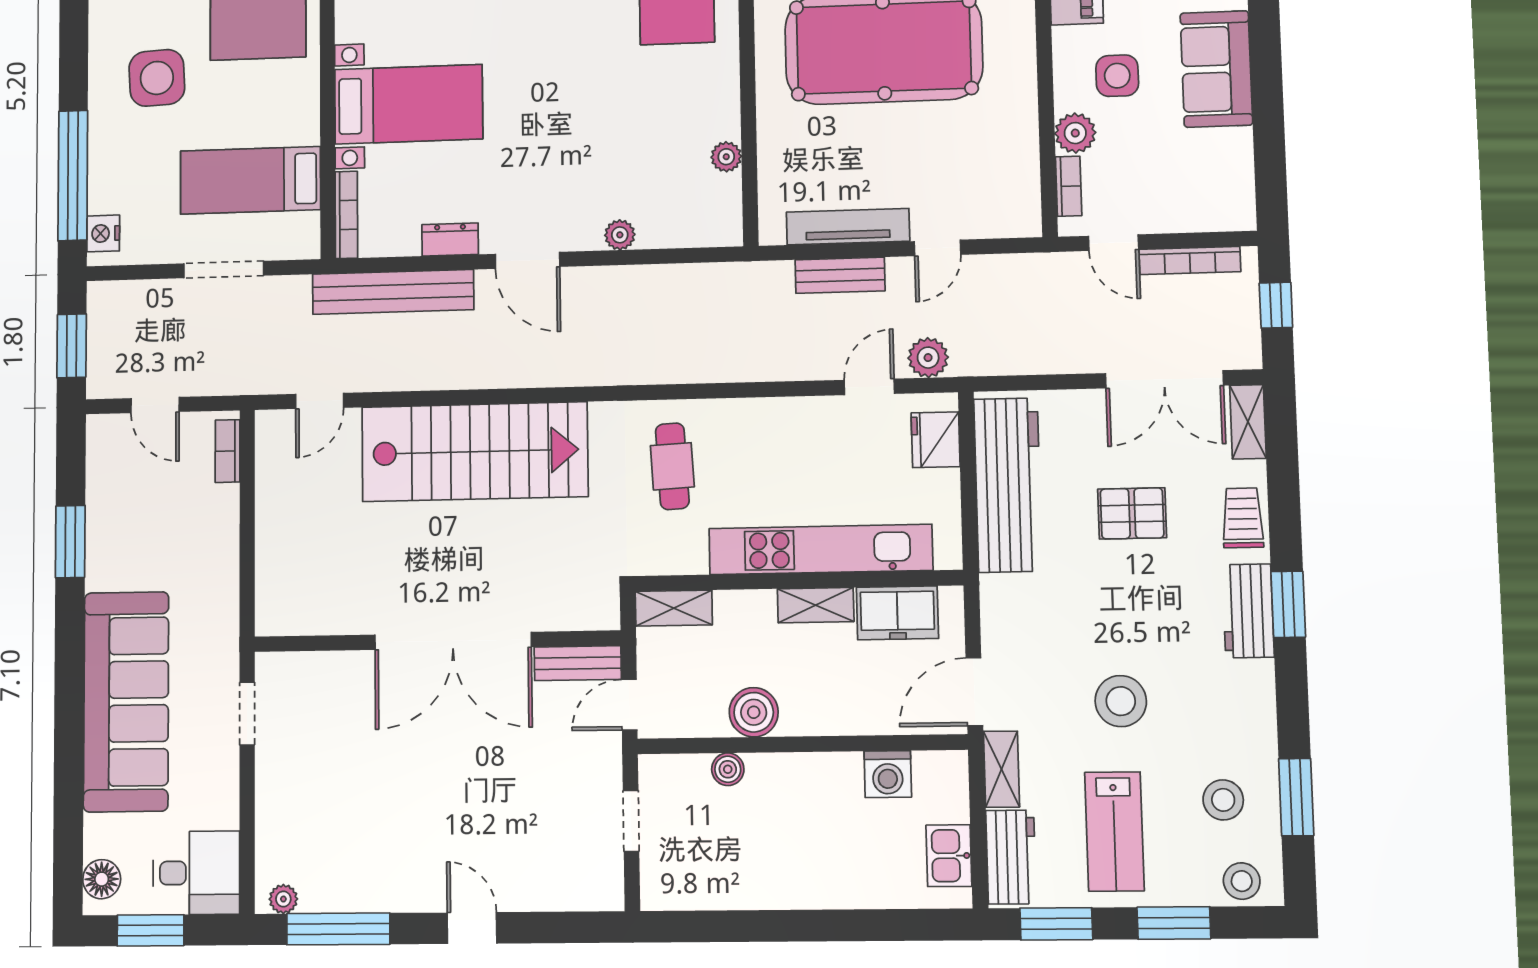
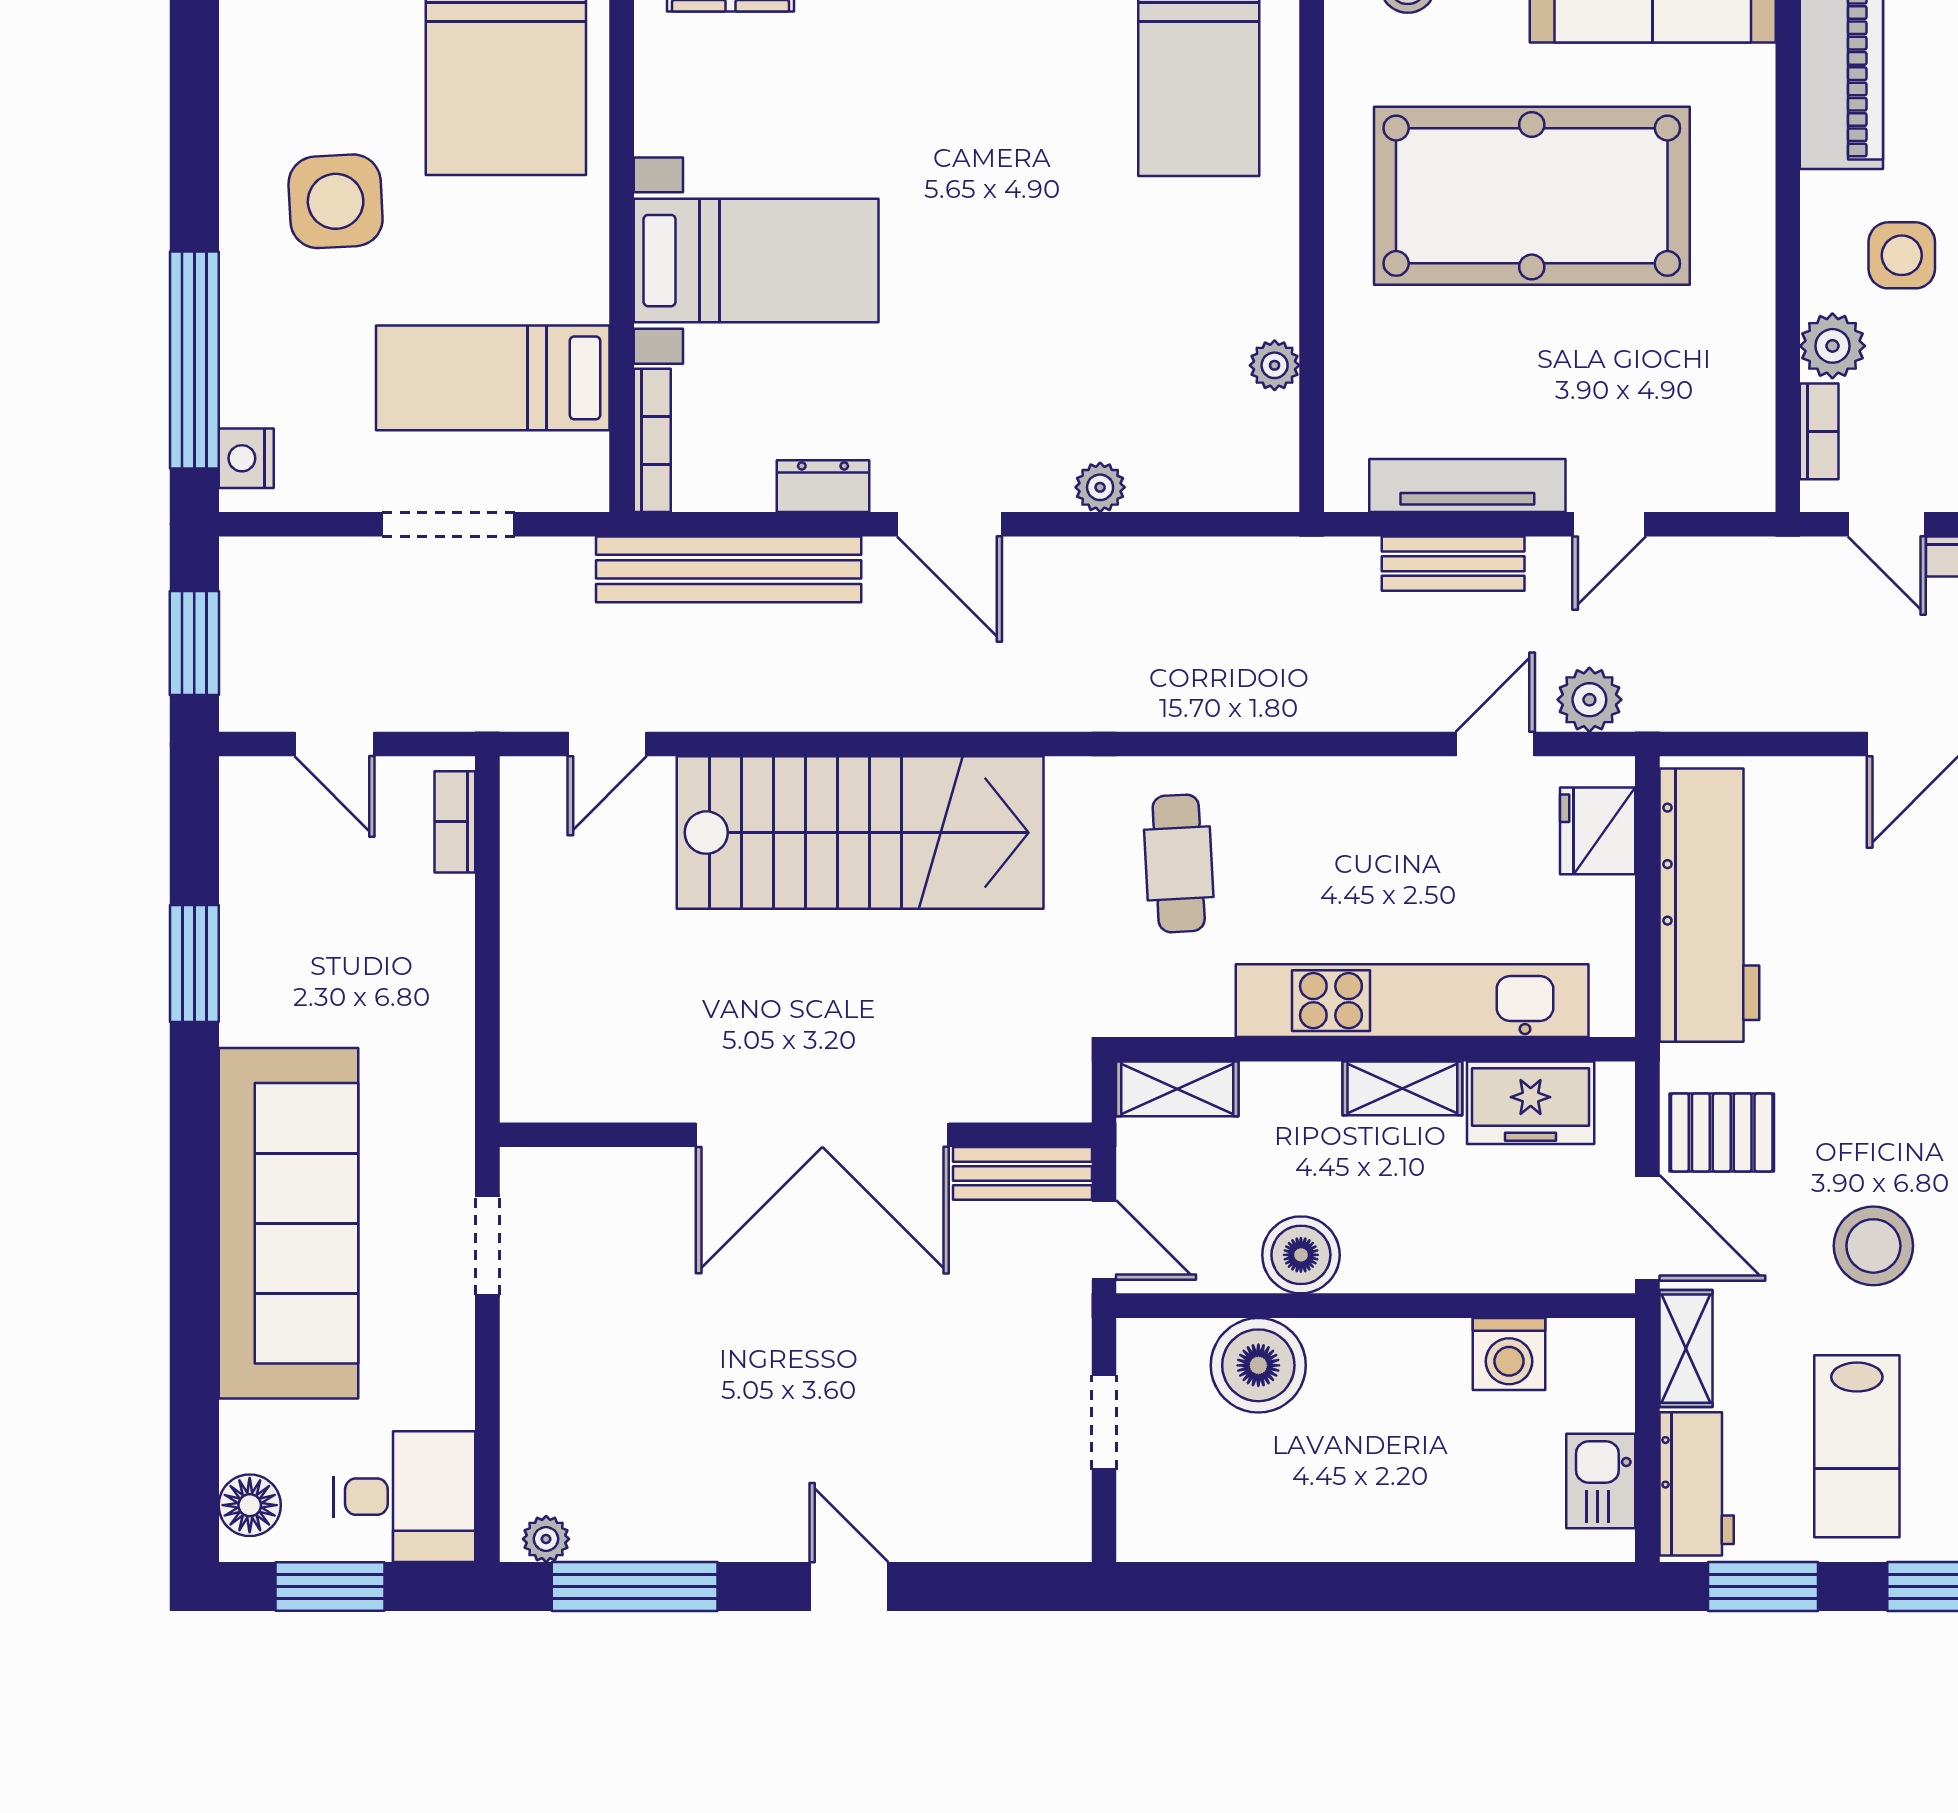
pallet: (1132, 513) -> (1722, 1133), moved
door: (974, 692) -> (1647, 1228), swing flipped
door: (629, 705) -> (1104, 1240), swing flipped
boiler: (728, 769) -> (1258, 1365), width x1.86, depth x1.86

